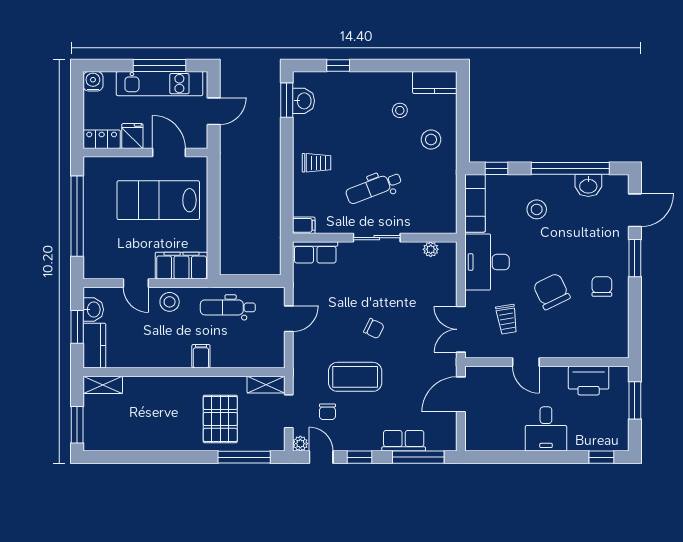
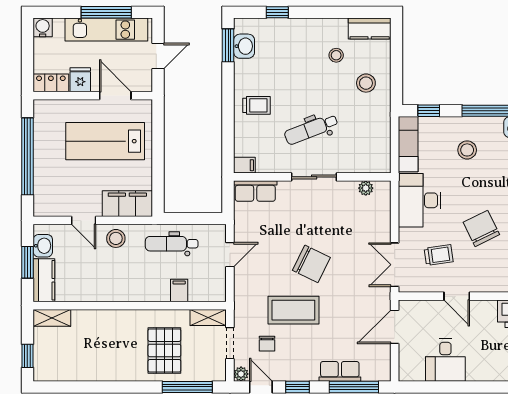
trolley: (507, 319) -> (439, 255), turned -89
chair: (374, 329) -> (311, 264), width x1.87, depth x1.87
filing cabinet: (201, 356) -> (179, 290), moved
window: (77, 425) -> (27, 356), width x0.67
desk: (546, 429) -> (445, 360), moved

